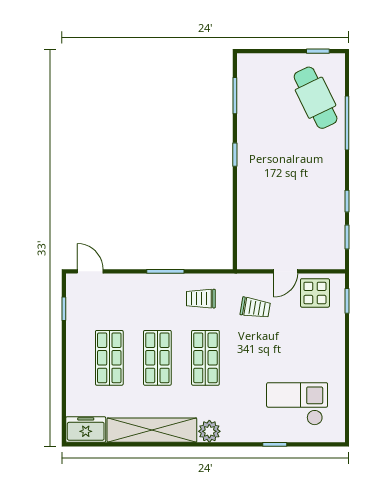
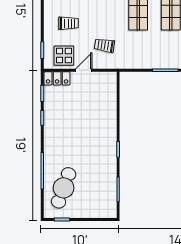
cafe table: (316, 98) -> (64, 188), turned 46
locker: (325, 259) -> (57, 78), added
trolley: (201, 299) -> (68, 23), moved

